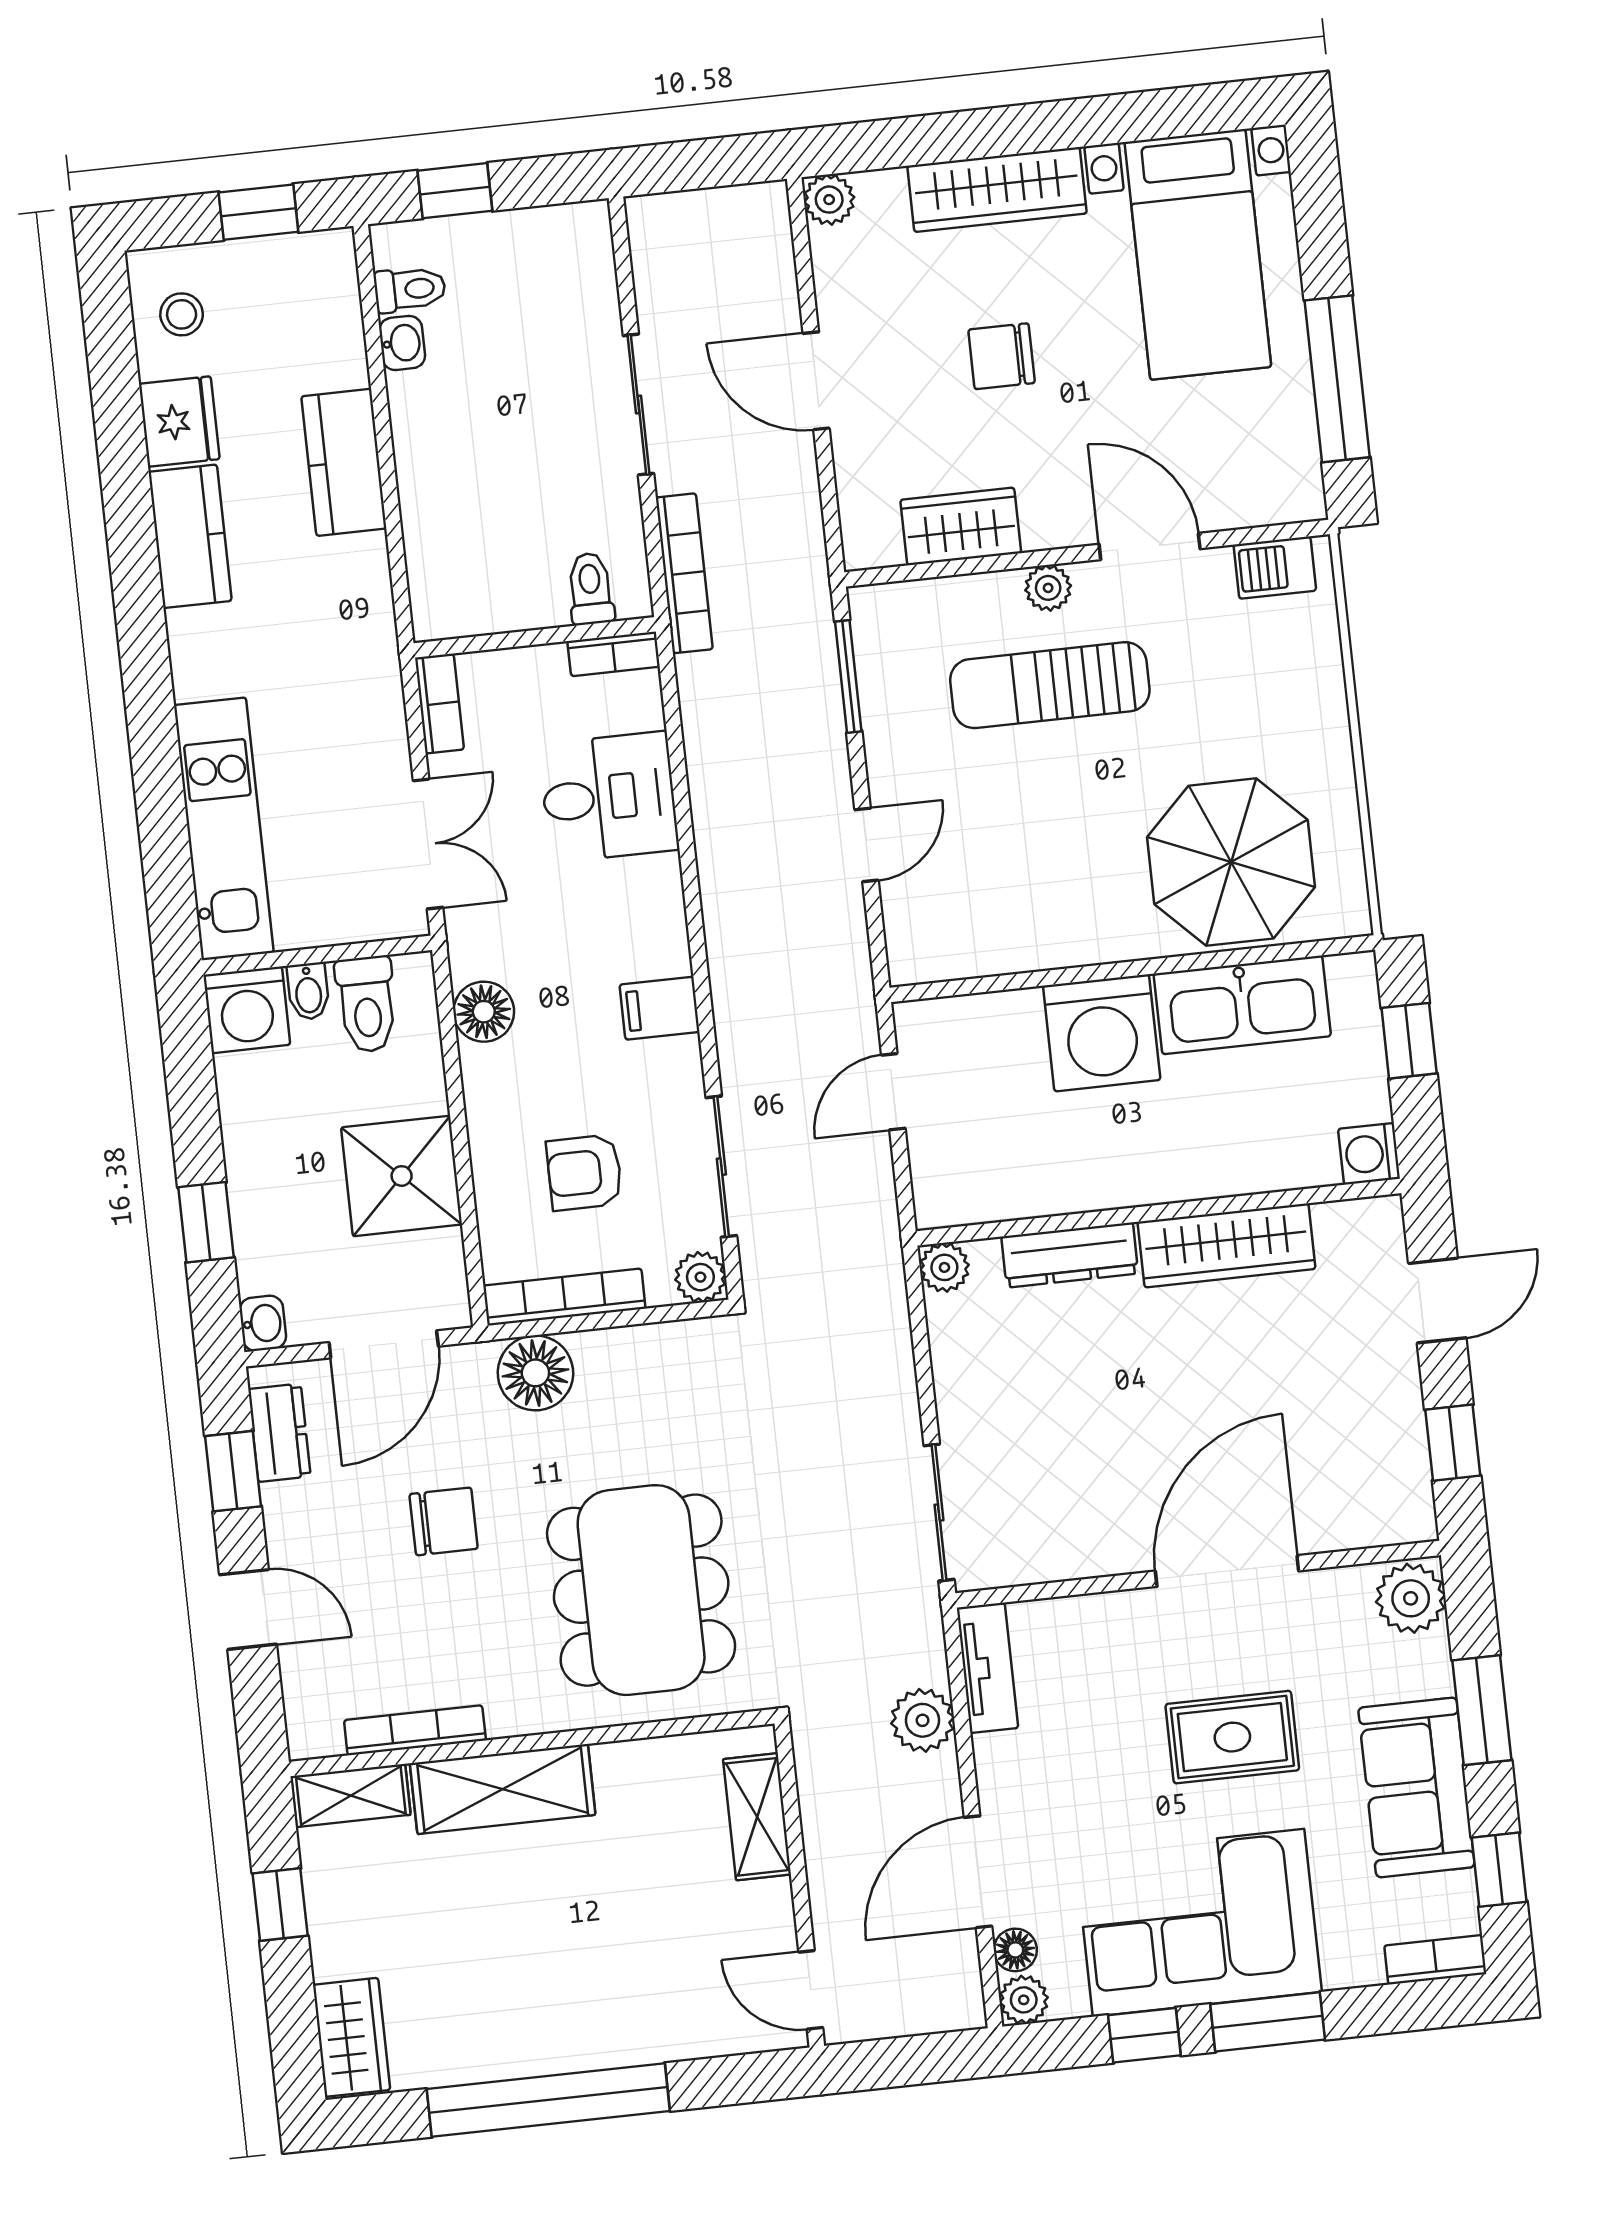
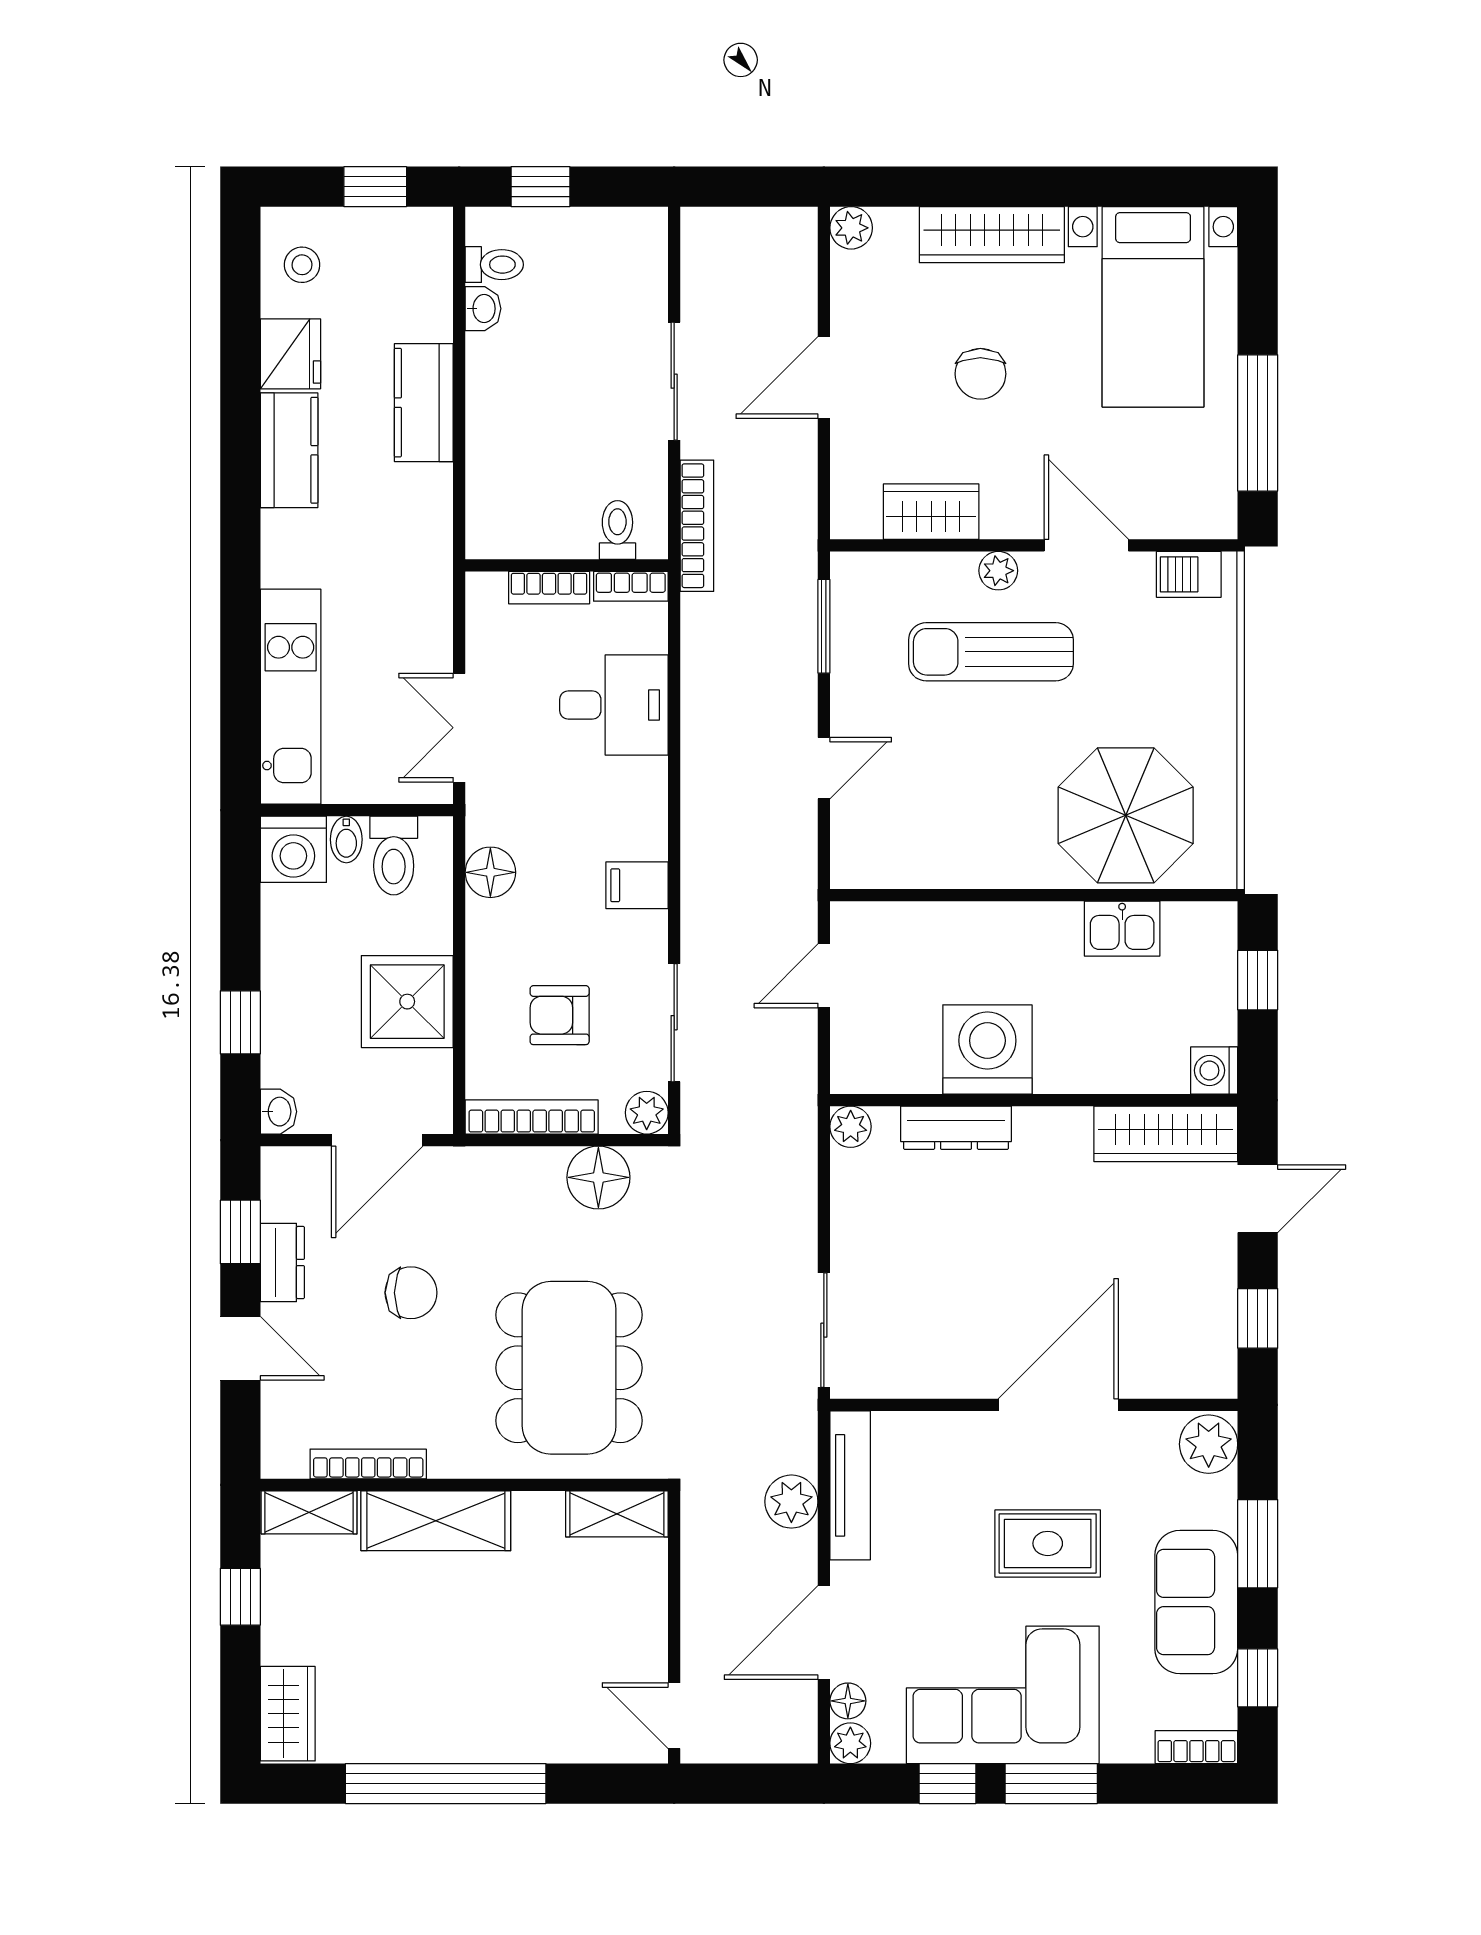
chair: (1002, 356) -> (980, 374), turned -90
door: (816, 381) -> (824, 377), hinge flipped
bookcase: (439, 704) -> (549, 588), moved, turned 90
double door: (428, 844) -> (459, 728), swing flipped
kitchen sink: (1242, 1005) -> (1122, 929), width x0.53, depth x0.81
washing machine: (1102, 1033) -> (987, 1049), moved, turned 180
wardrobe: (1226, 1245) -> (1166, 1134), moved
floor lamp: (535, 1373) -> (598, 1177), moved
dresser: (279, 1433) -> (282, 1263), moved
tv unit: (987, 1668) -> (850, 1485), width x1.41
shelving: (757, 1817) -> (617, 1514), moved, turned 90

